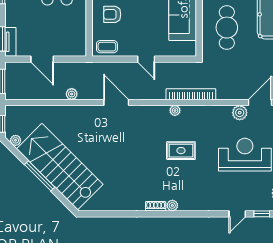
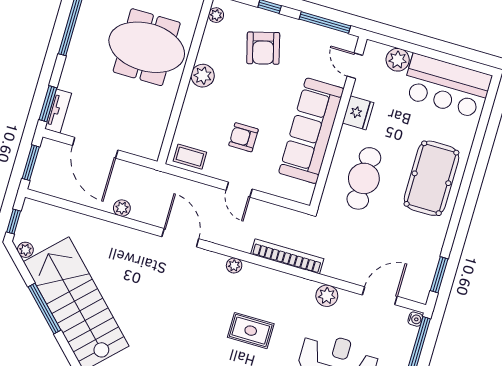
armchair: (112, 14) -> (243, 137), moved
door: (42, 59) -> (95, 148), width x1.36
plant: (175, 110) -> (234, 265), moved
plant: (240, 113) -> (327, 296), moved

